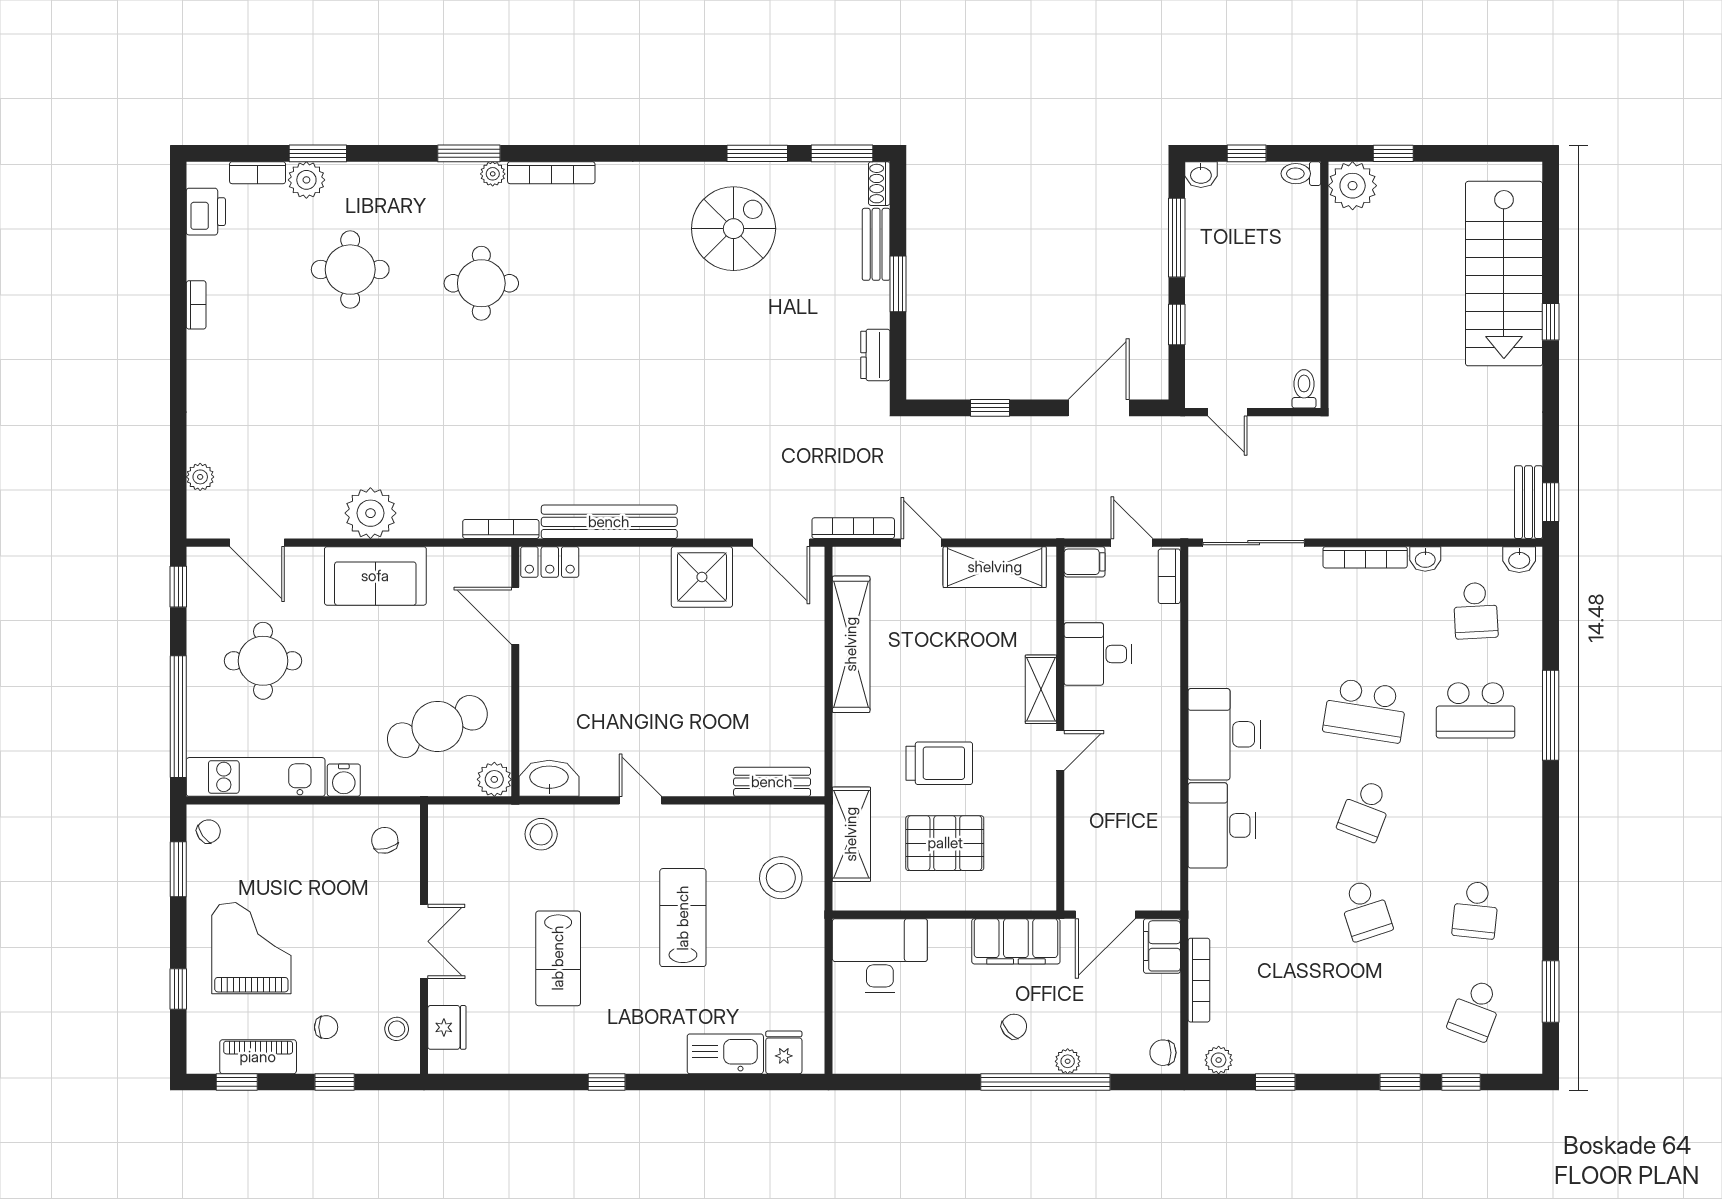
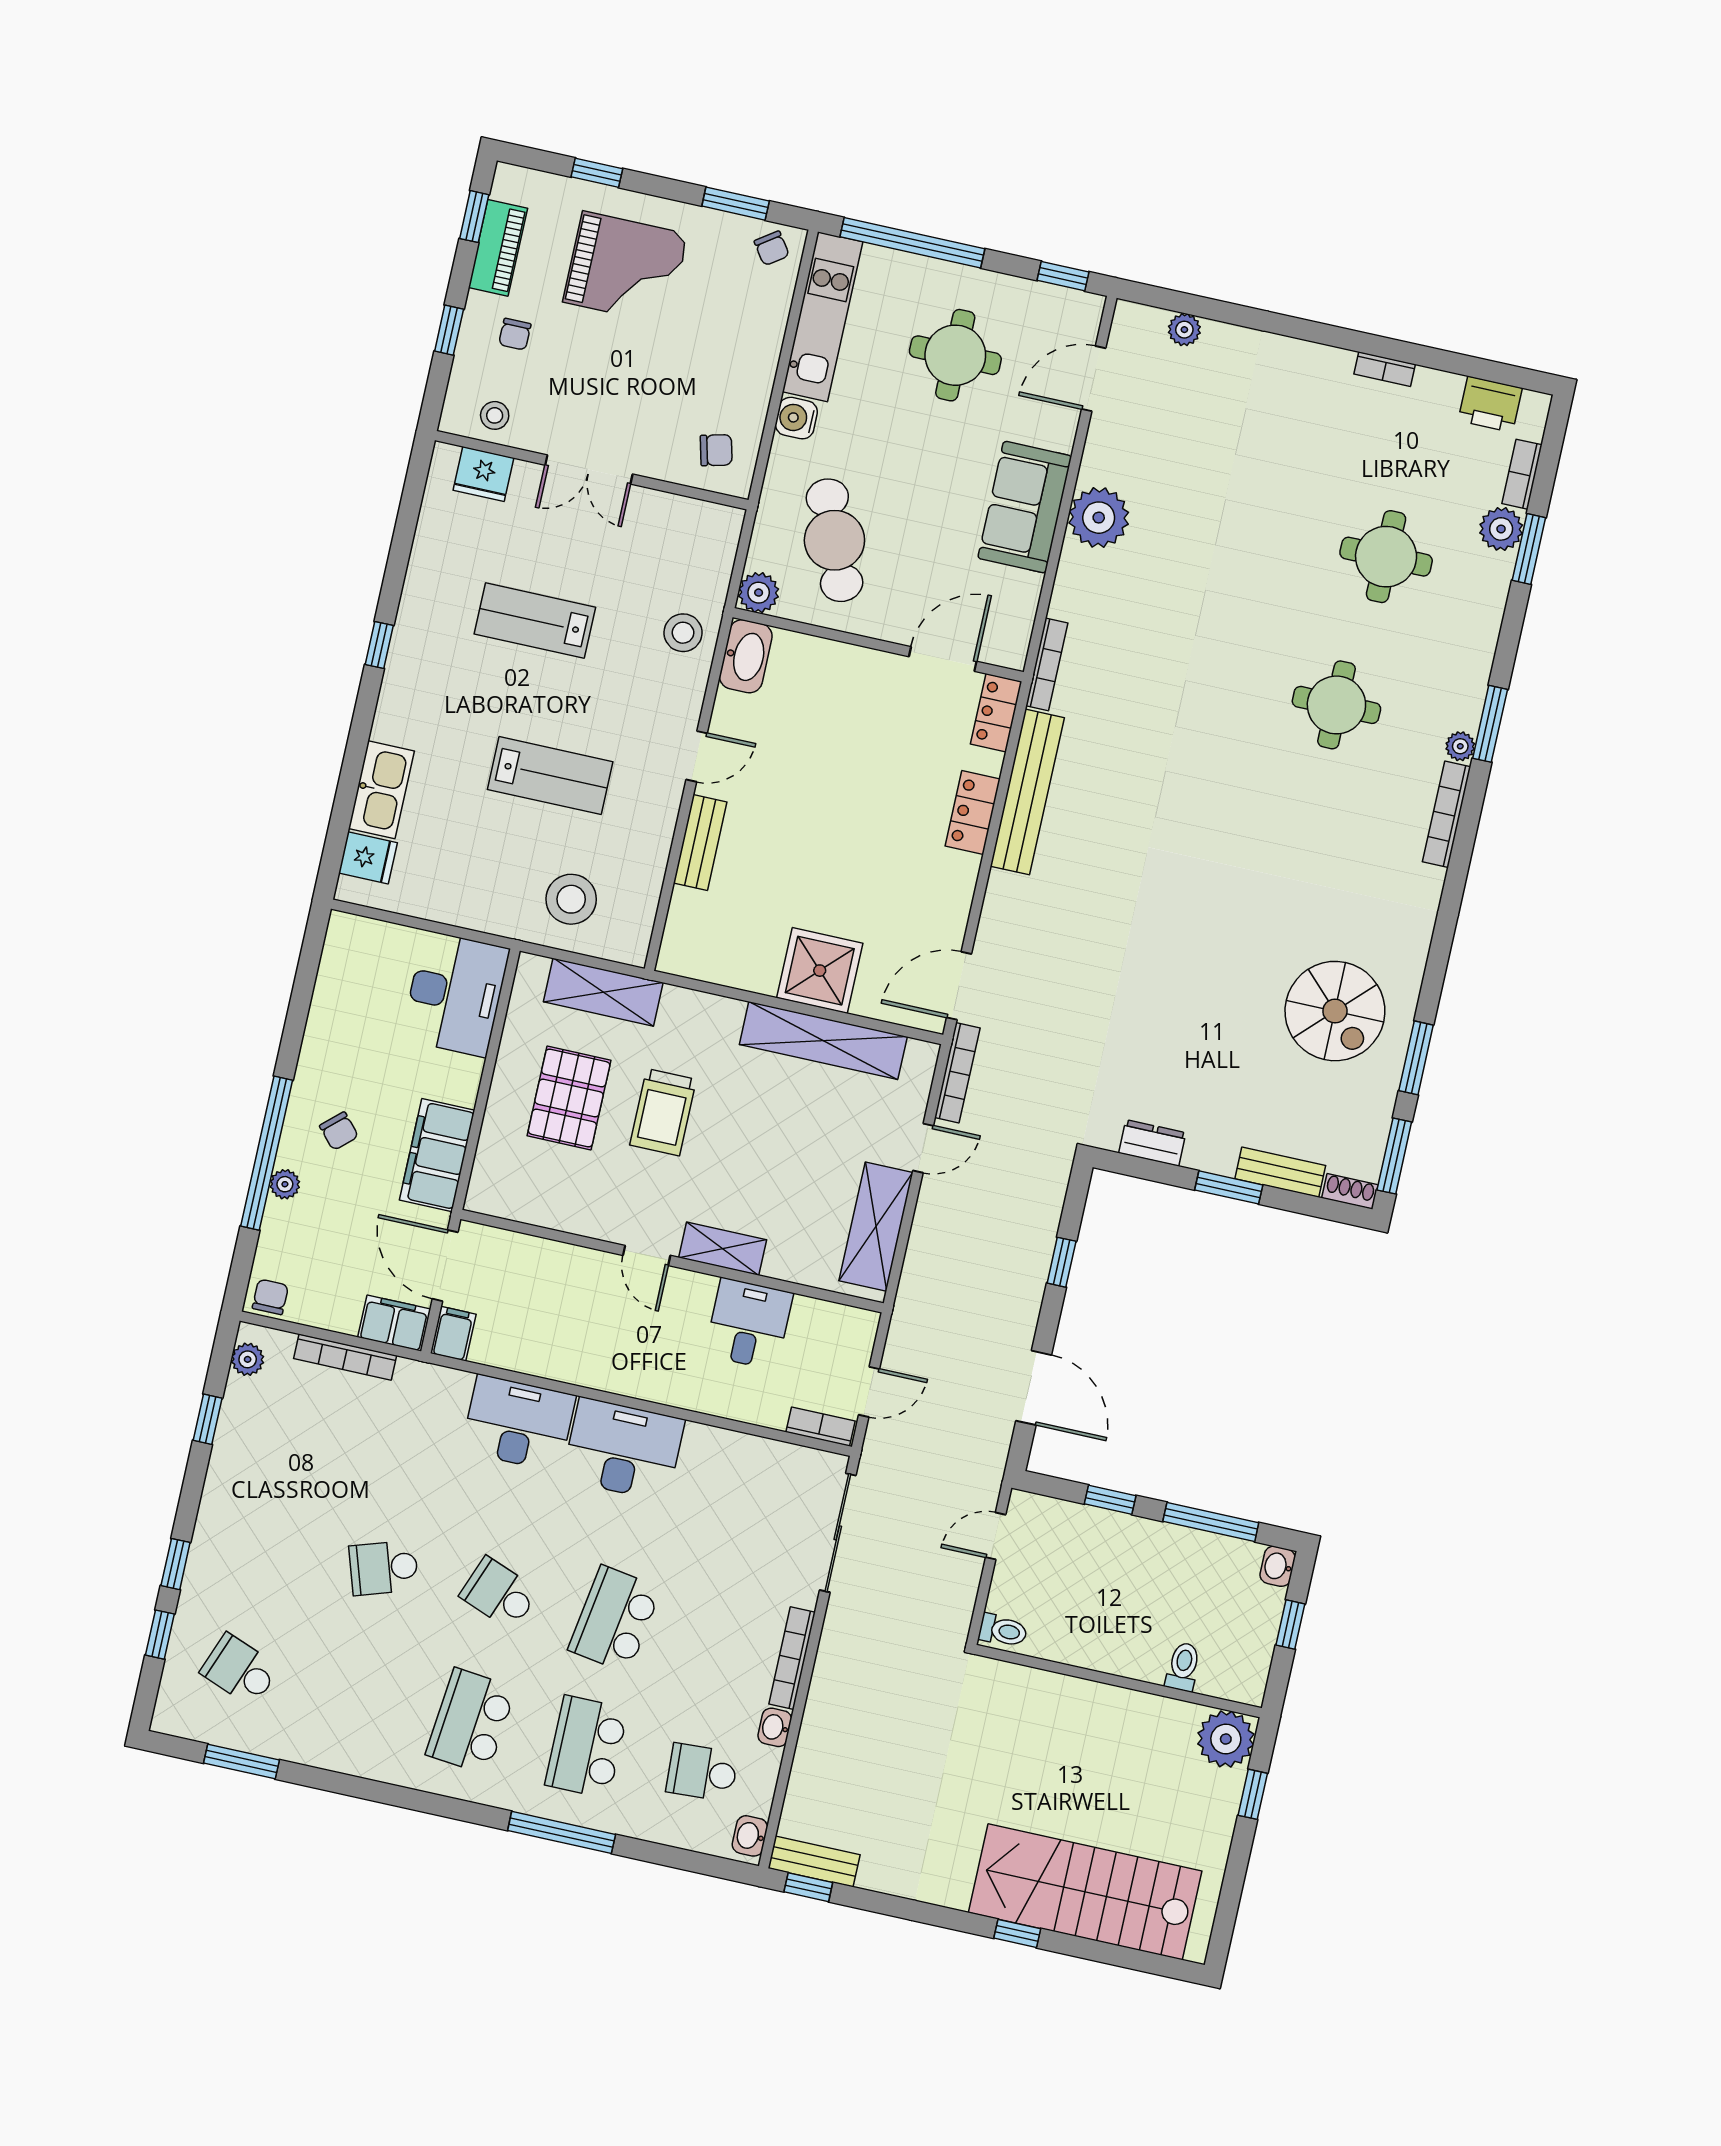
toilet: (1301, 174) -> (1183, 1667), moved
filing cabinet: (1084, 562) -> (453, 1334), moved, turned 180
locker: (636, 563) -> (973, 812), added
shower: (702, 577) -> (820, 971), moved
bench: (772, 782) -> (700, 842), moved
school desk: (1476, 910) -> (471, 1721), moved, width x1.85

